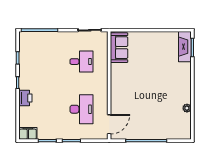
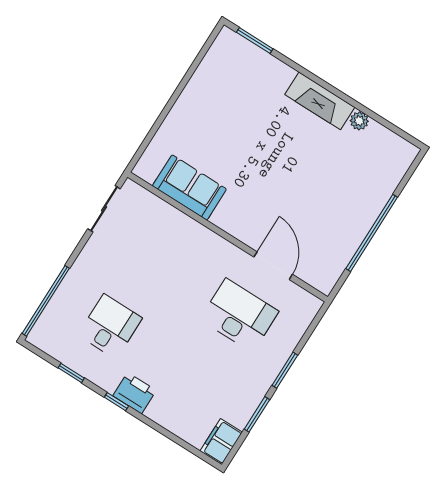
fireplace: (185, 47) -> (320, 101), moved
sofa: (119, 48) -> (189, 187), moved
desk: (82, 62) -> (110, 326), moved
printer: (25, 98) -> (135, 393), moved
door: (109, 124) -> (273, 266), moved

